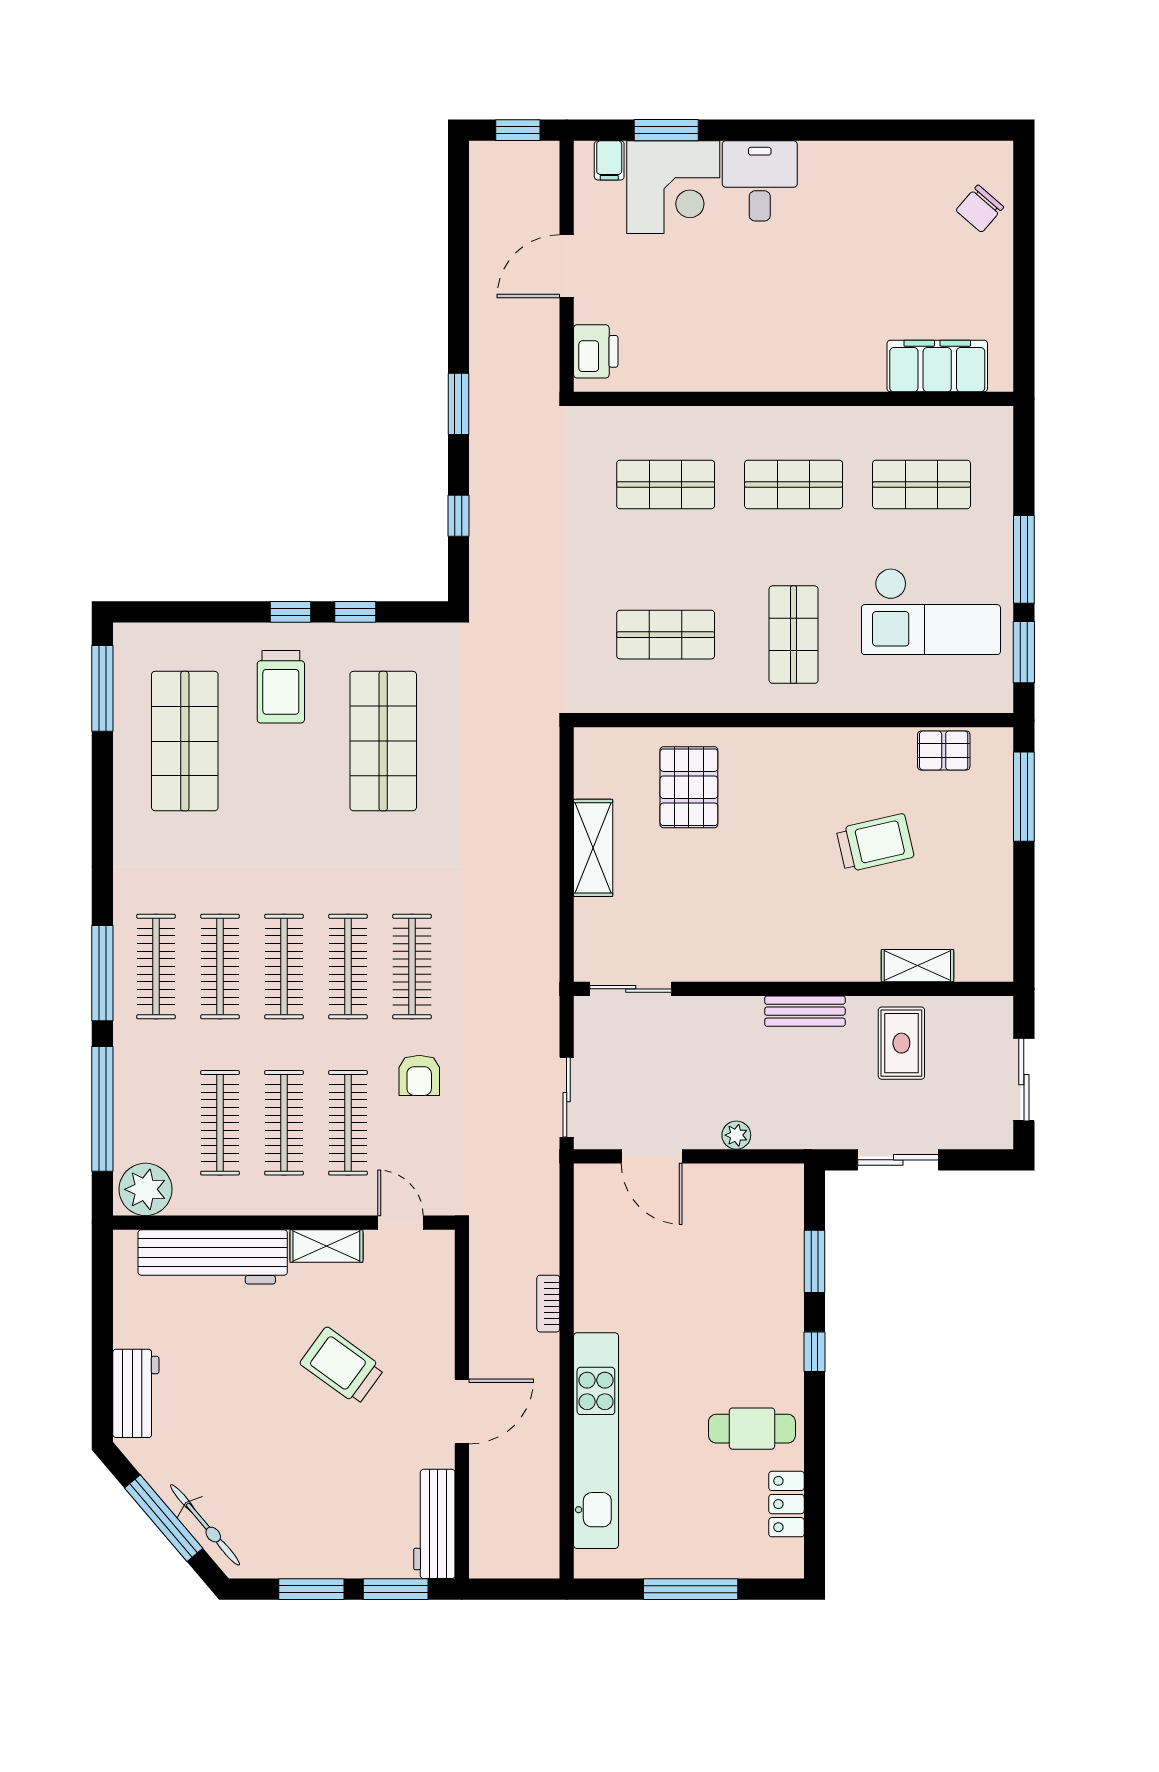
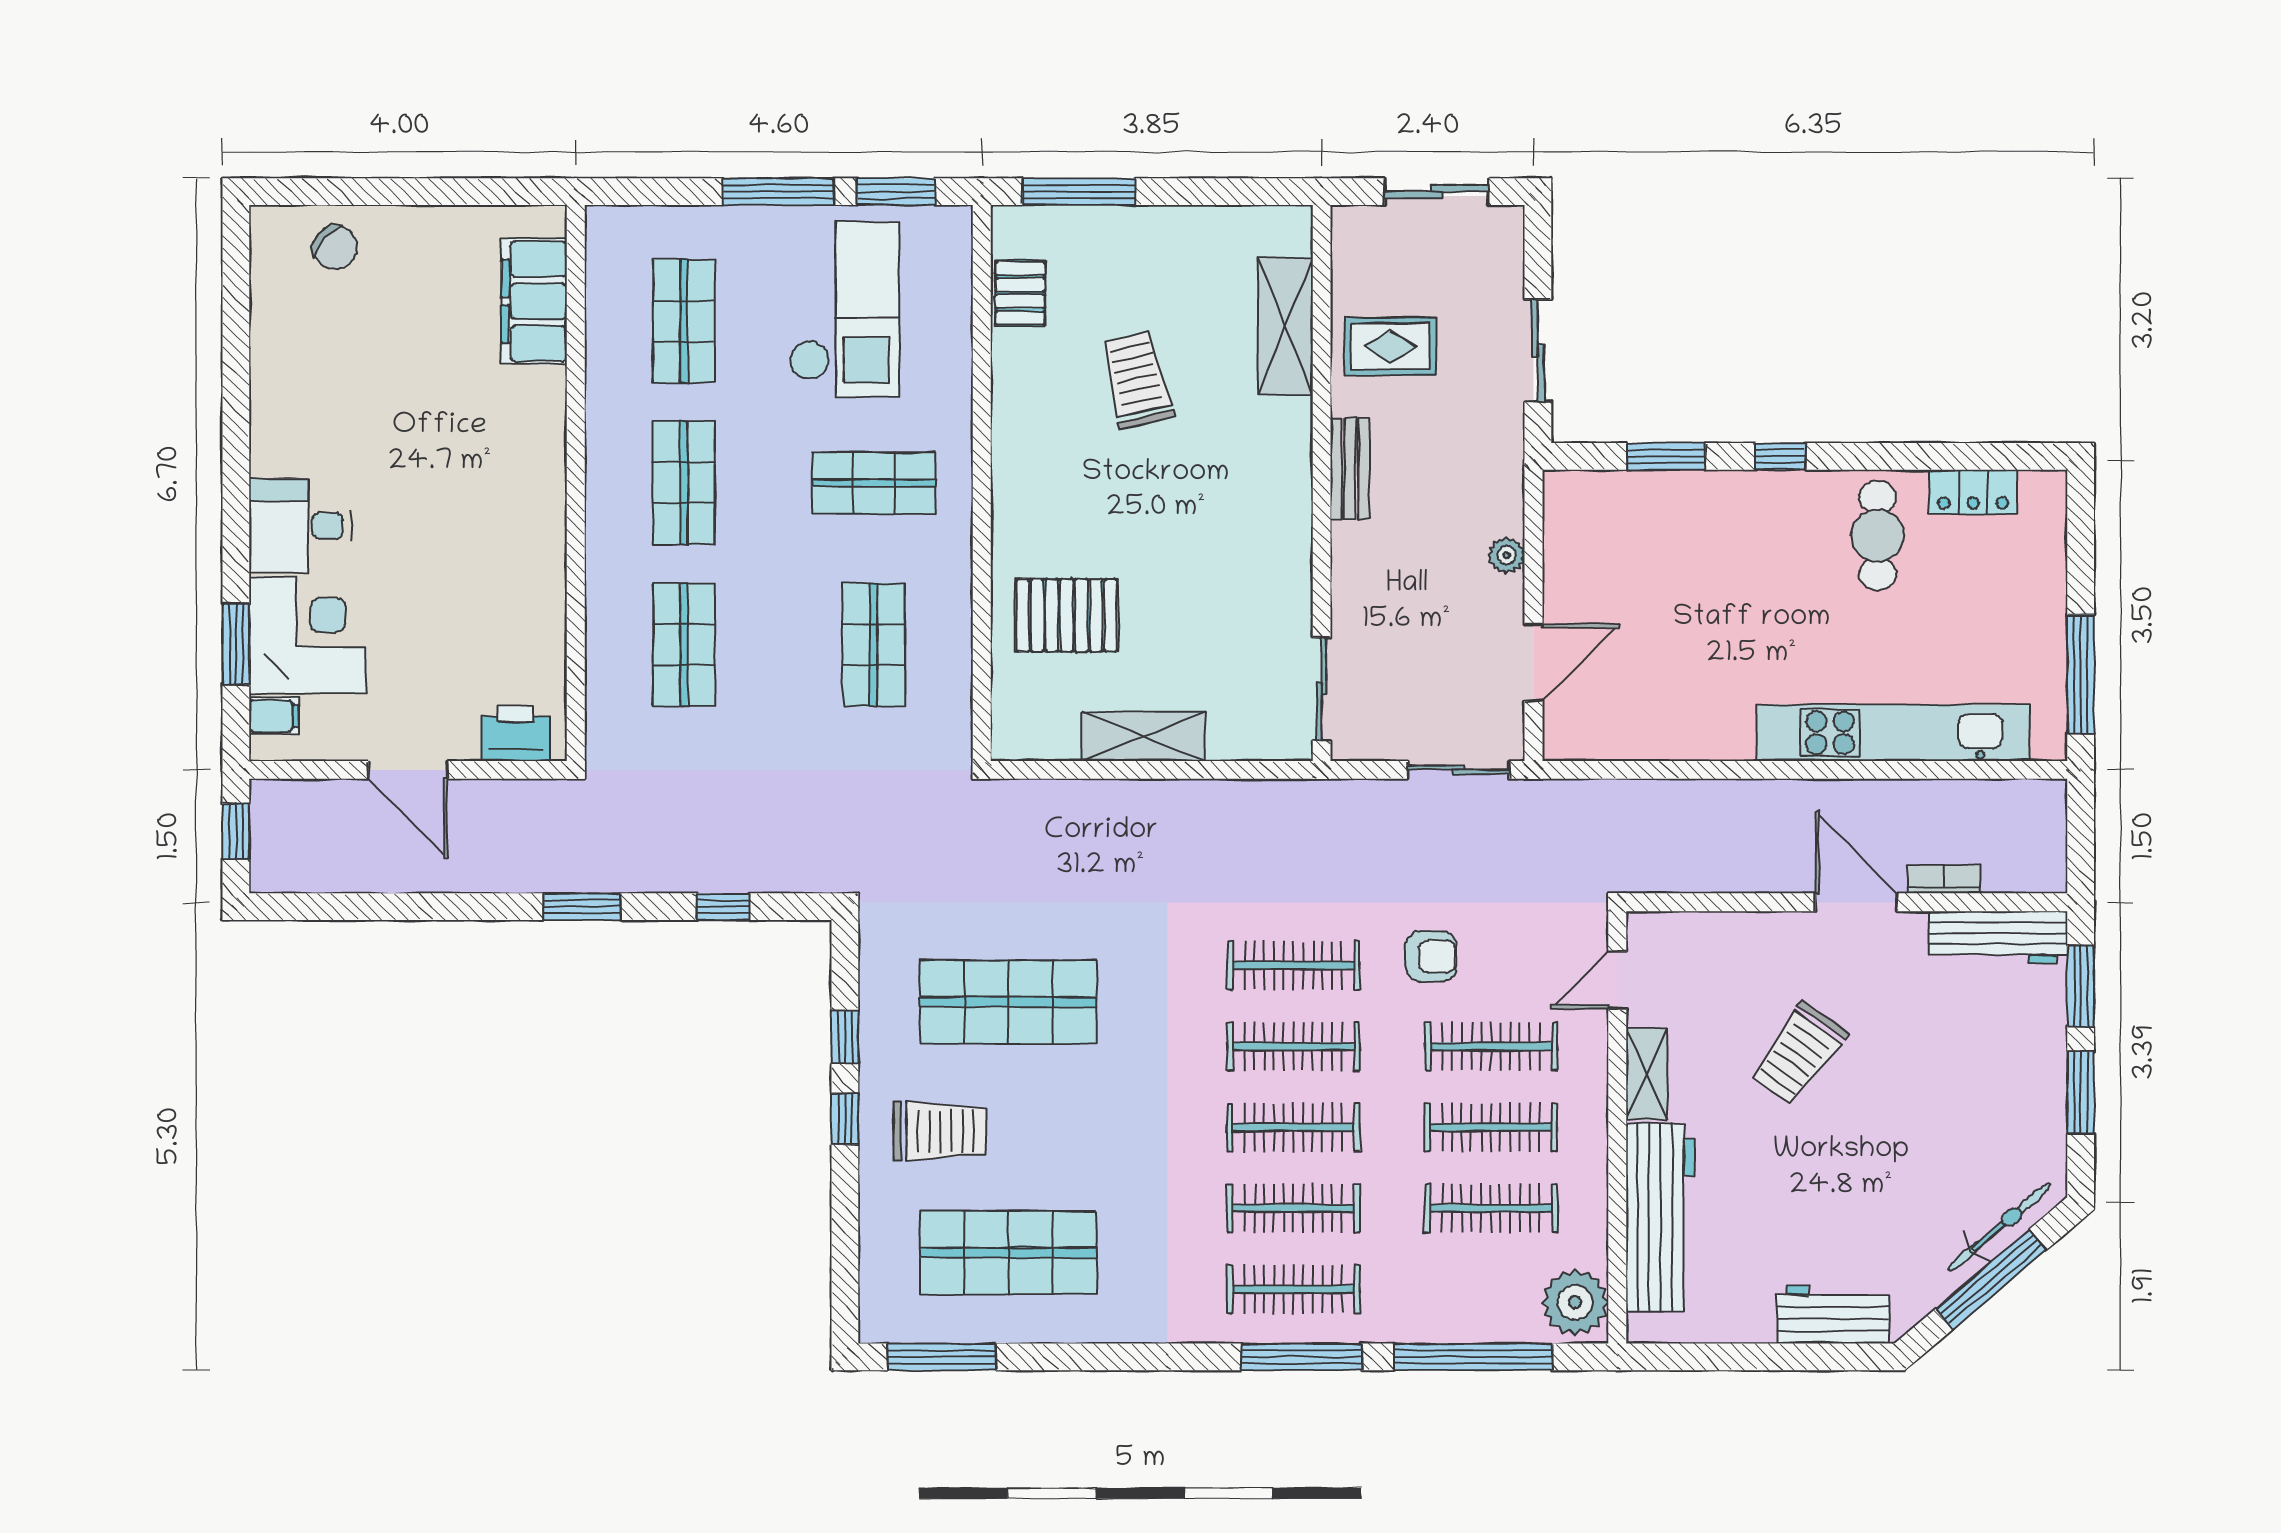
shelving: (917, 966) -> (1285, 326), width x1.50, depth x1.33
bookcase: (548, 1304) -> (1944, 879), moved, turned 180
window: (691, 1589) -> (2081, 674), moved

